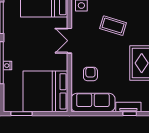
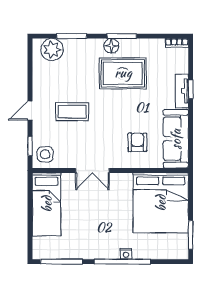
coffee table: (113, 26) -> (72, 112), turned 73
armchair: (90, 74) -> (137, 142), turned 90

